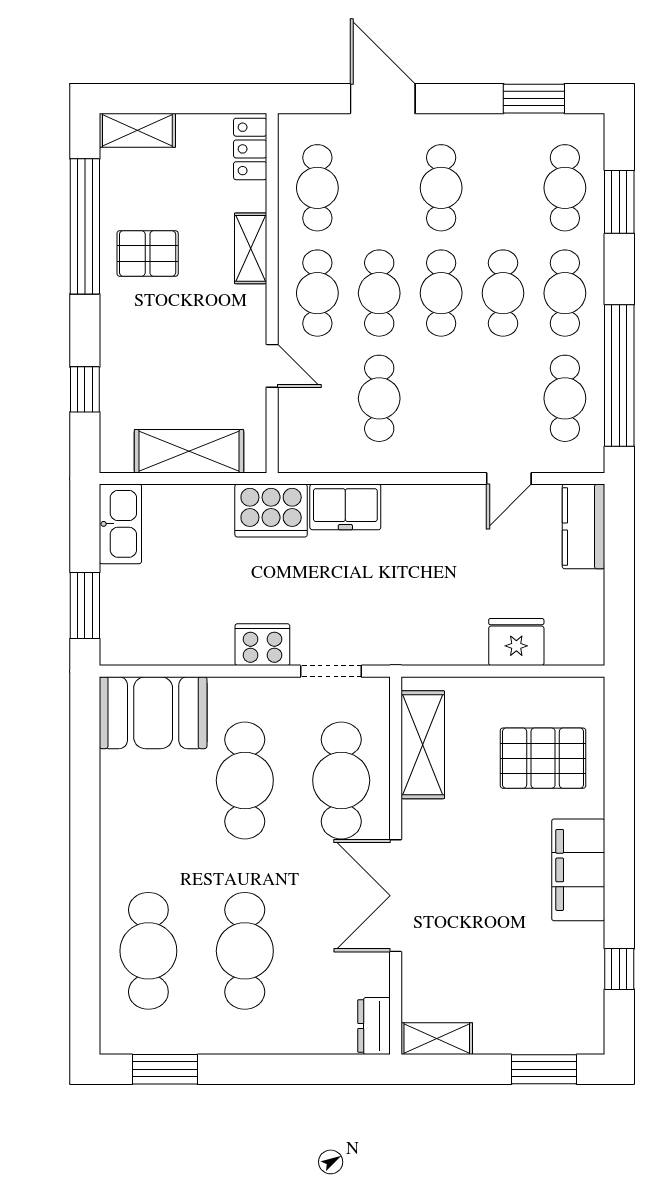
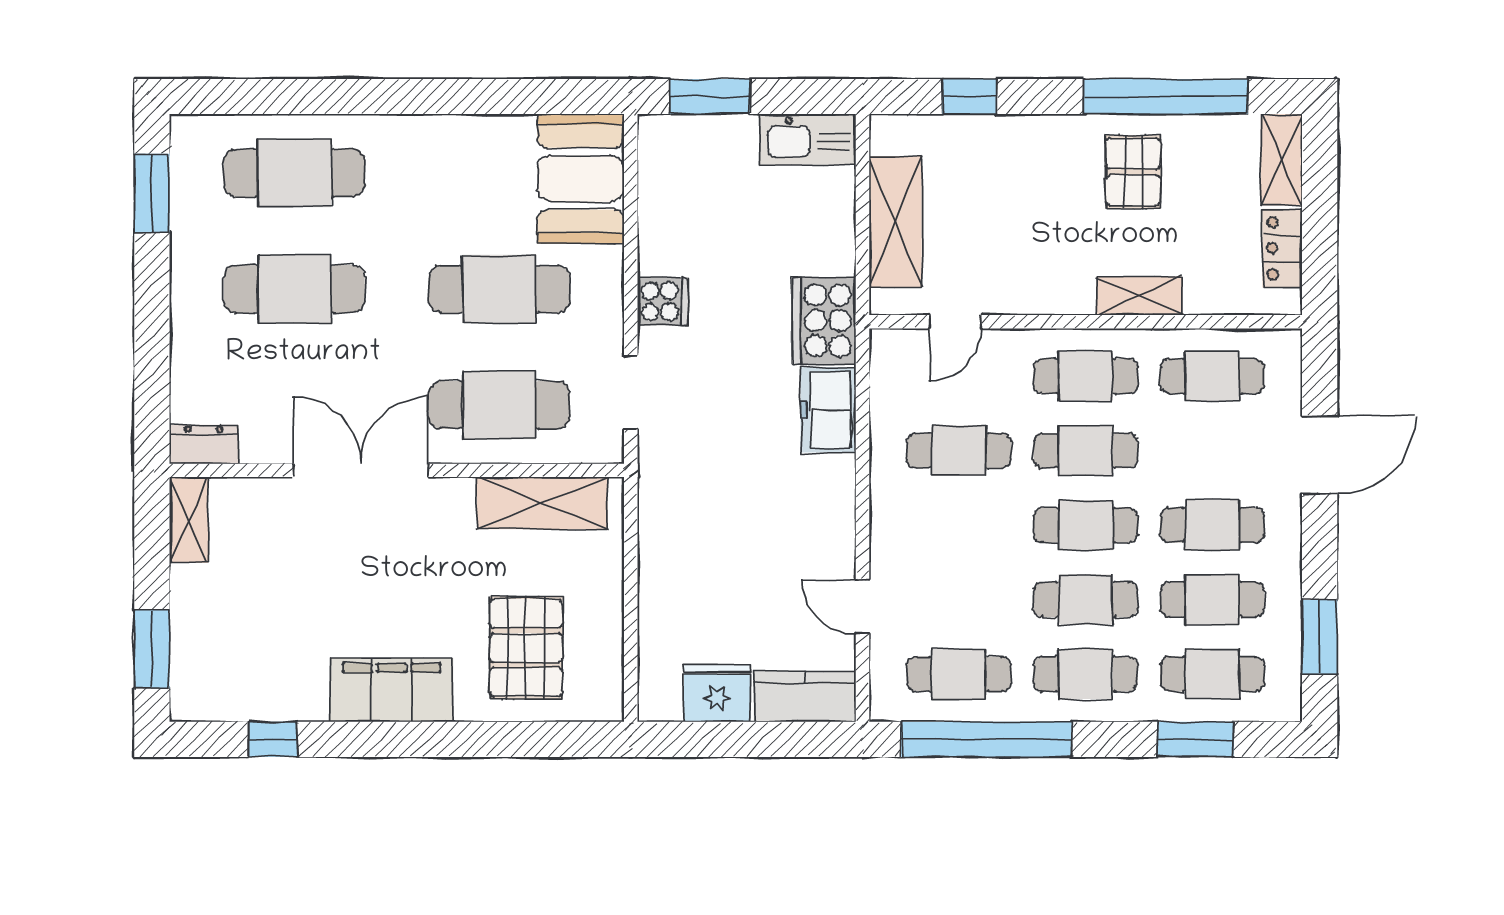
locker: (250, 149) -> (1282, 248), moved, turned -90
cafe table: (503, 188) -> (1212, 600), added
door: (272, 366) -> (955, 322), moved
fridge: (516, 642) -> (717, 693), moved, turned -90
cooker: (262, 645) -> (663, 301), width x0.73

